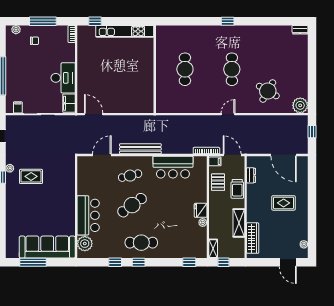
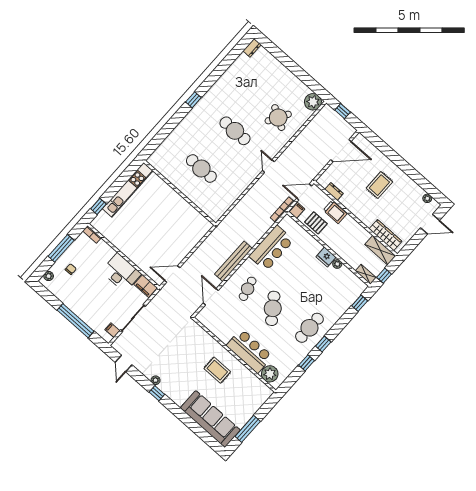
rug: (31, 176) -> (217, 370), moved, turned 90
shelving: (239, 223) -> (380, 250), moved
sofa: (47, 247) -> (210, 419), moved, turned 90

